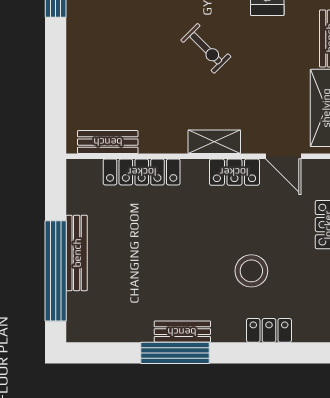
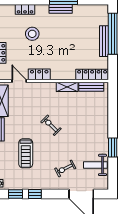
shelving: (214, 142) -> (67, 87), moved
locker: (142, 172) -> (92, 74), moved

